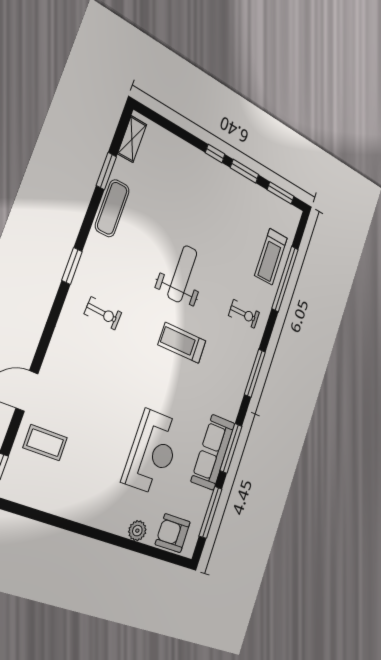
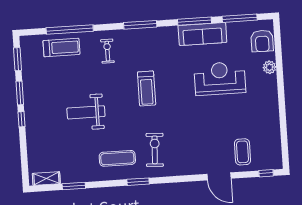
exercise mat: (112, 208) -> (117, 158), moved
weight bench: (182, 274) -> (86, 112), moved
exercise bike: (103, 313) -> (155, 150), width x1.38, depth x1.39

